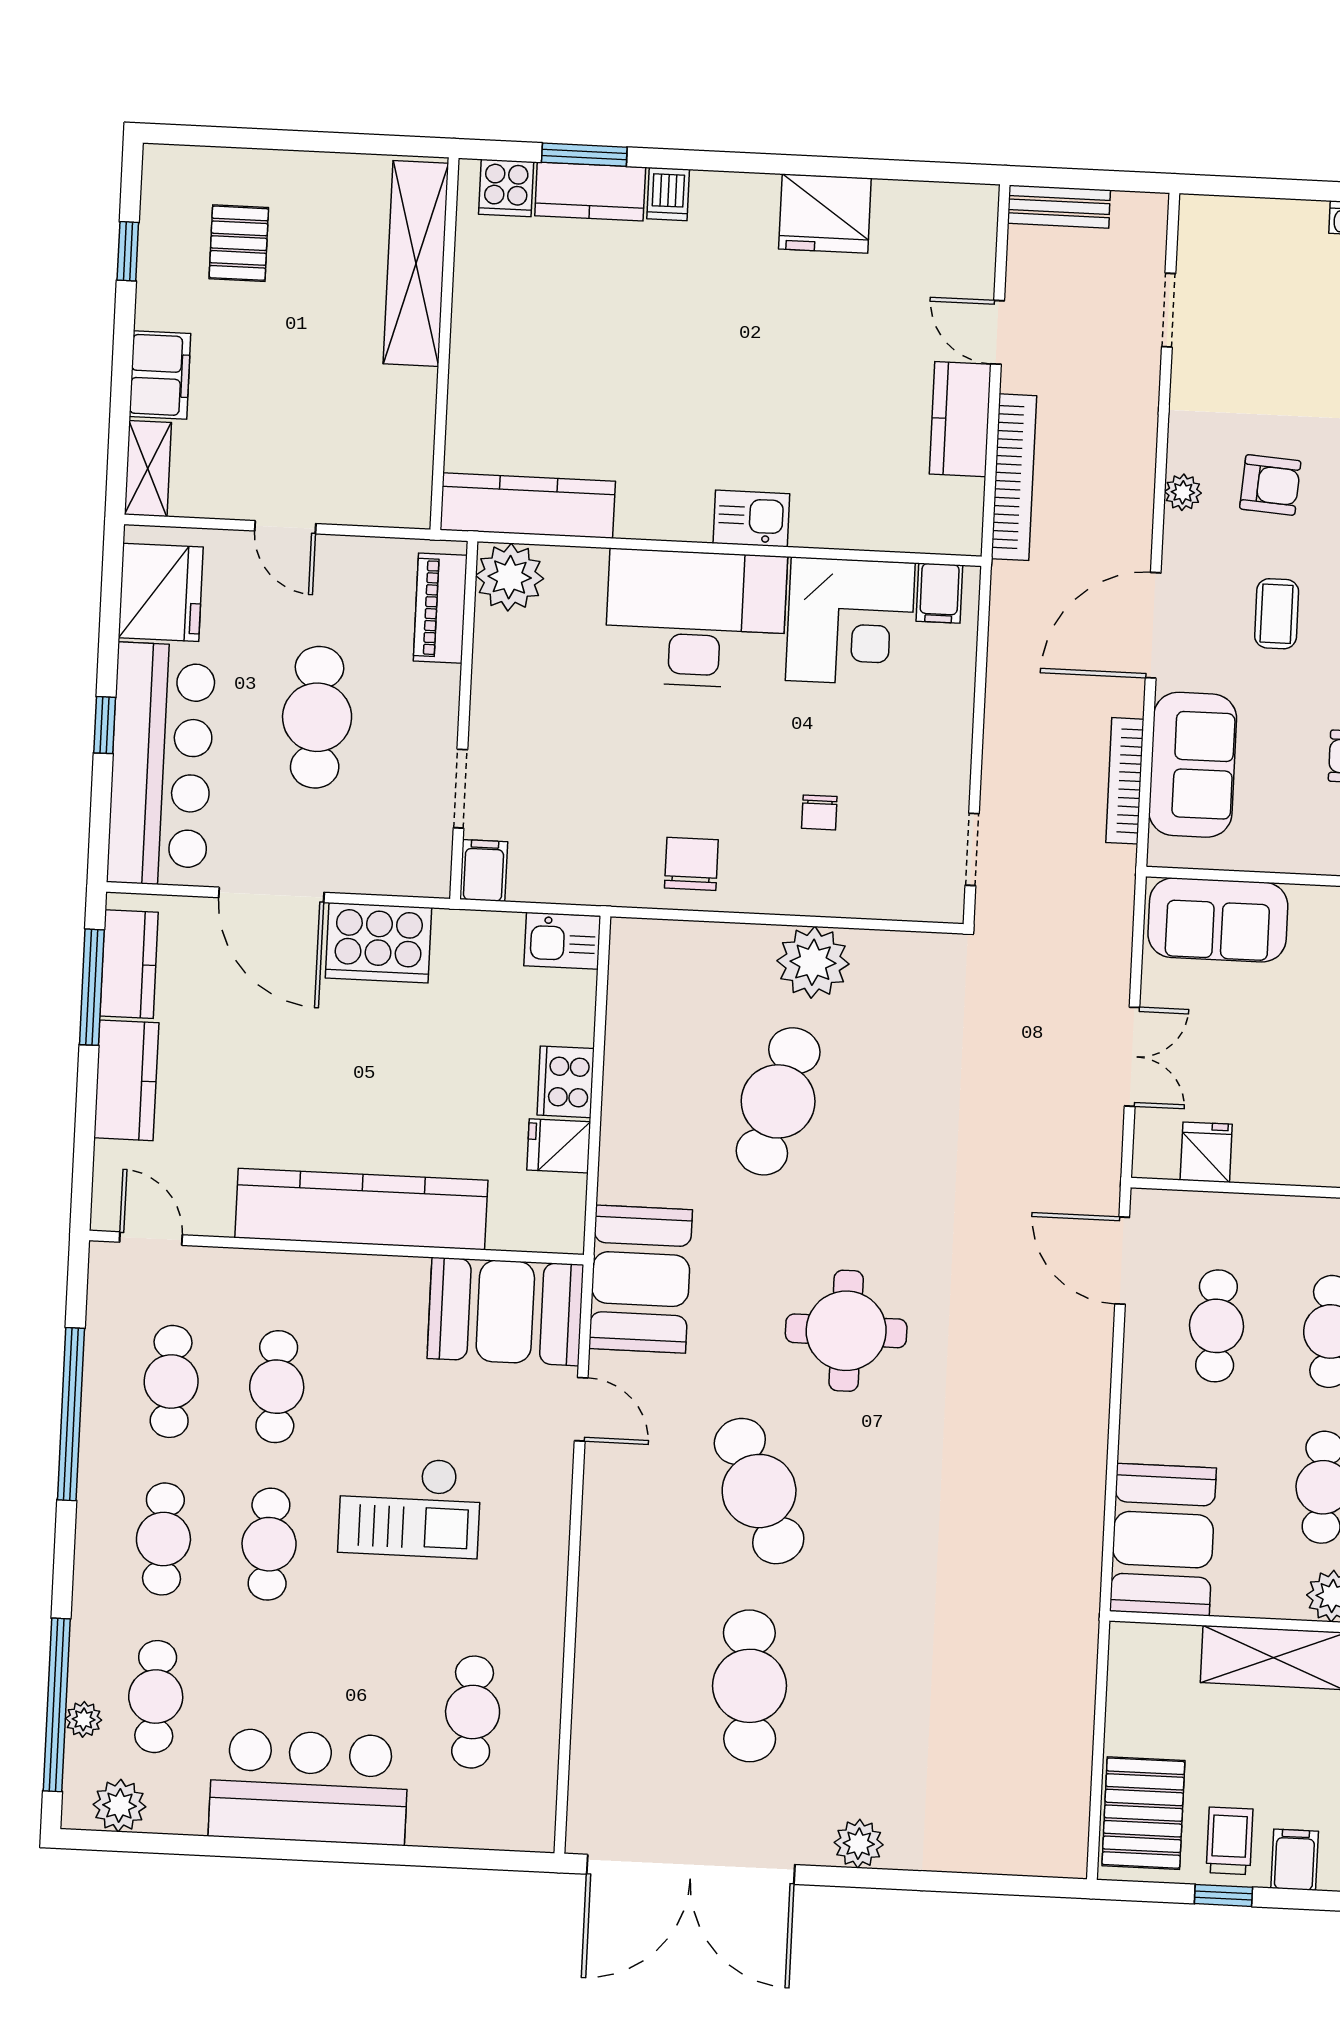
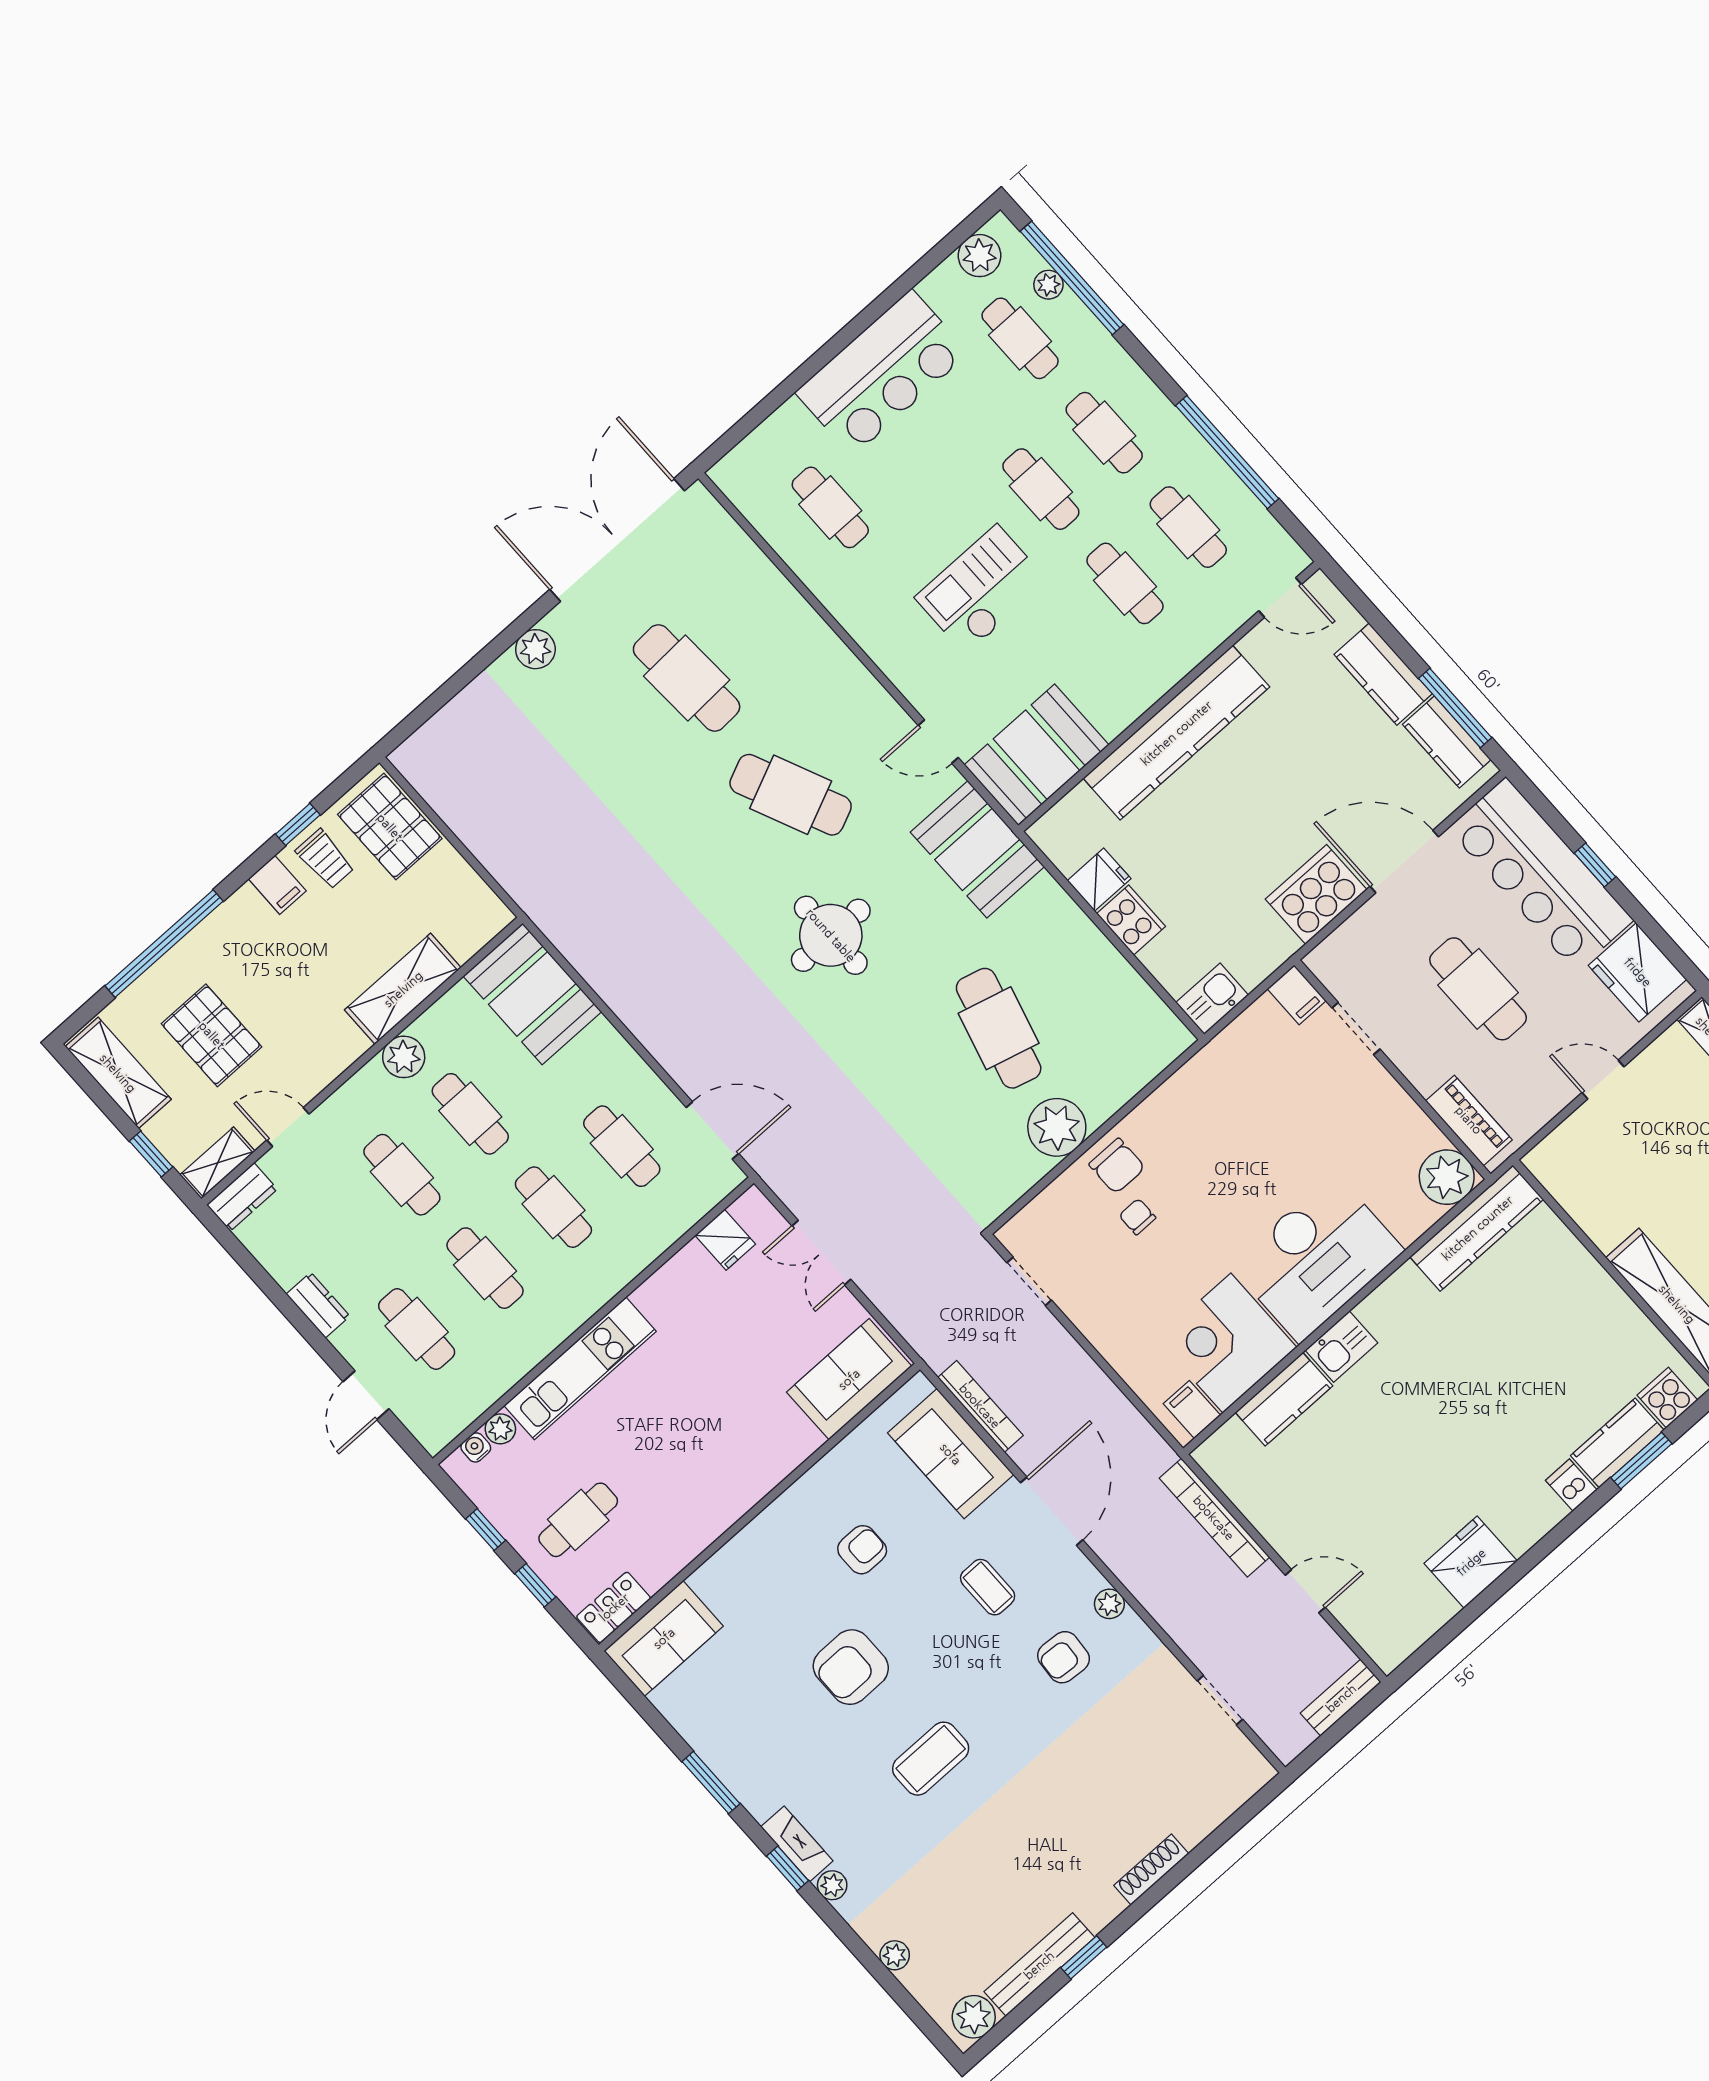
kitchen counter: (960, 419) -> (1284, 1399), moved, turned 90
chair: (691, 864) -> (1117, 1166), moved

